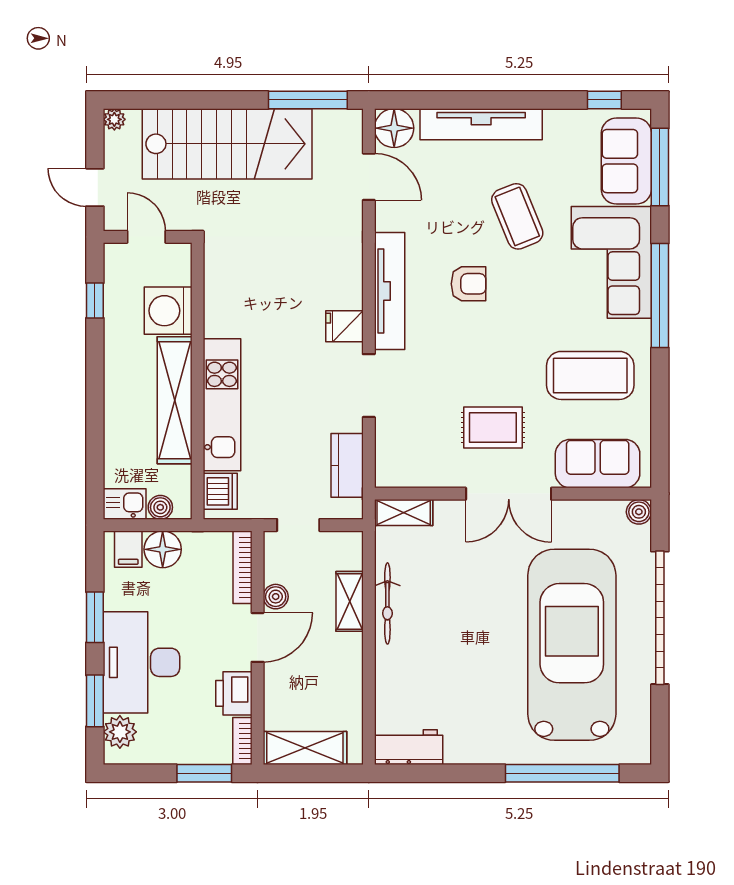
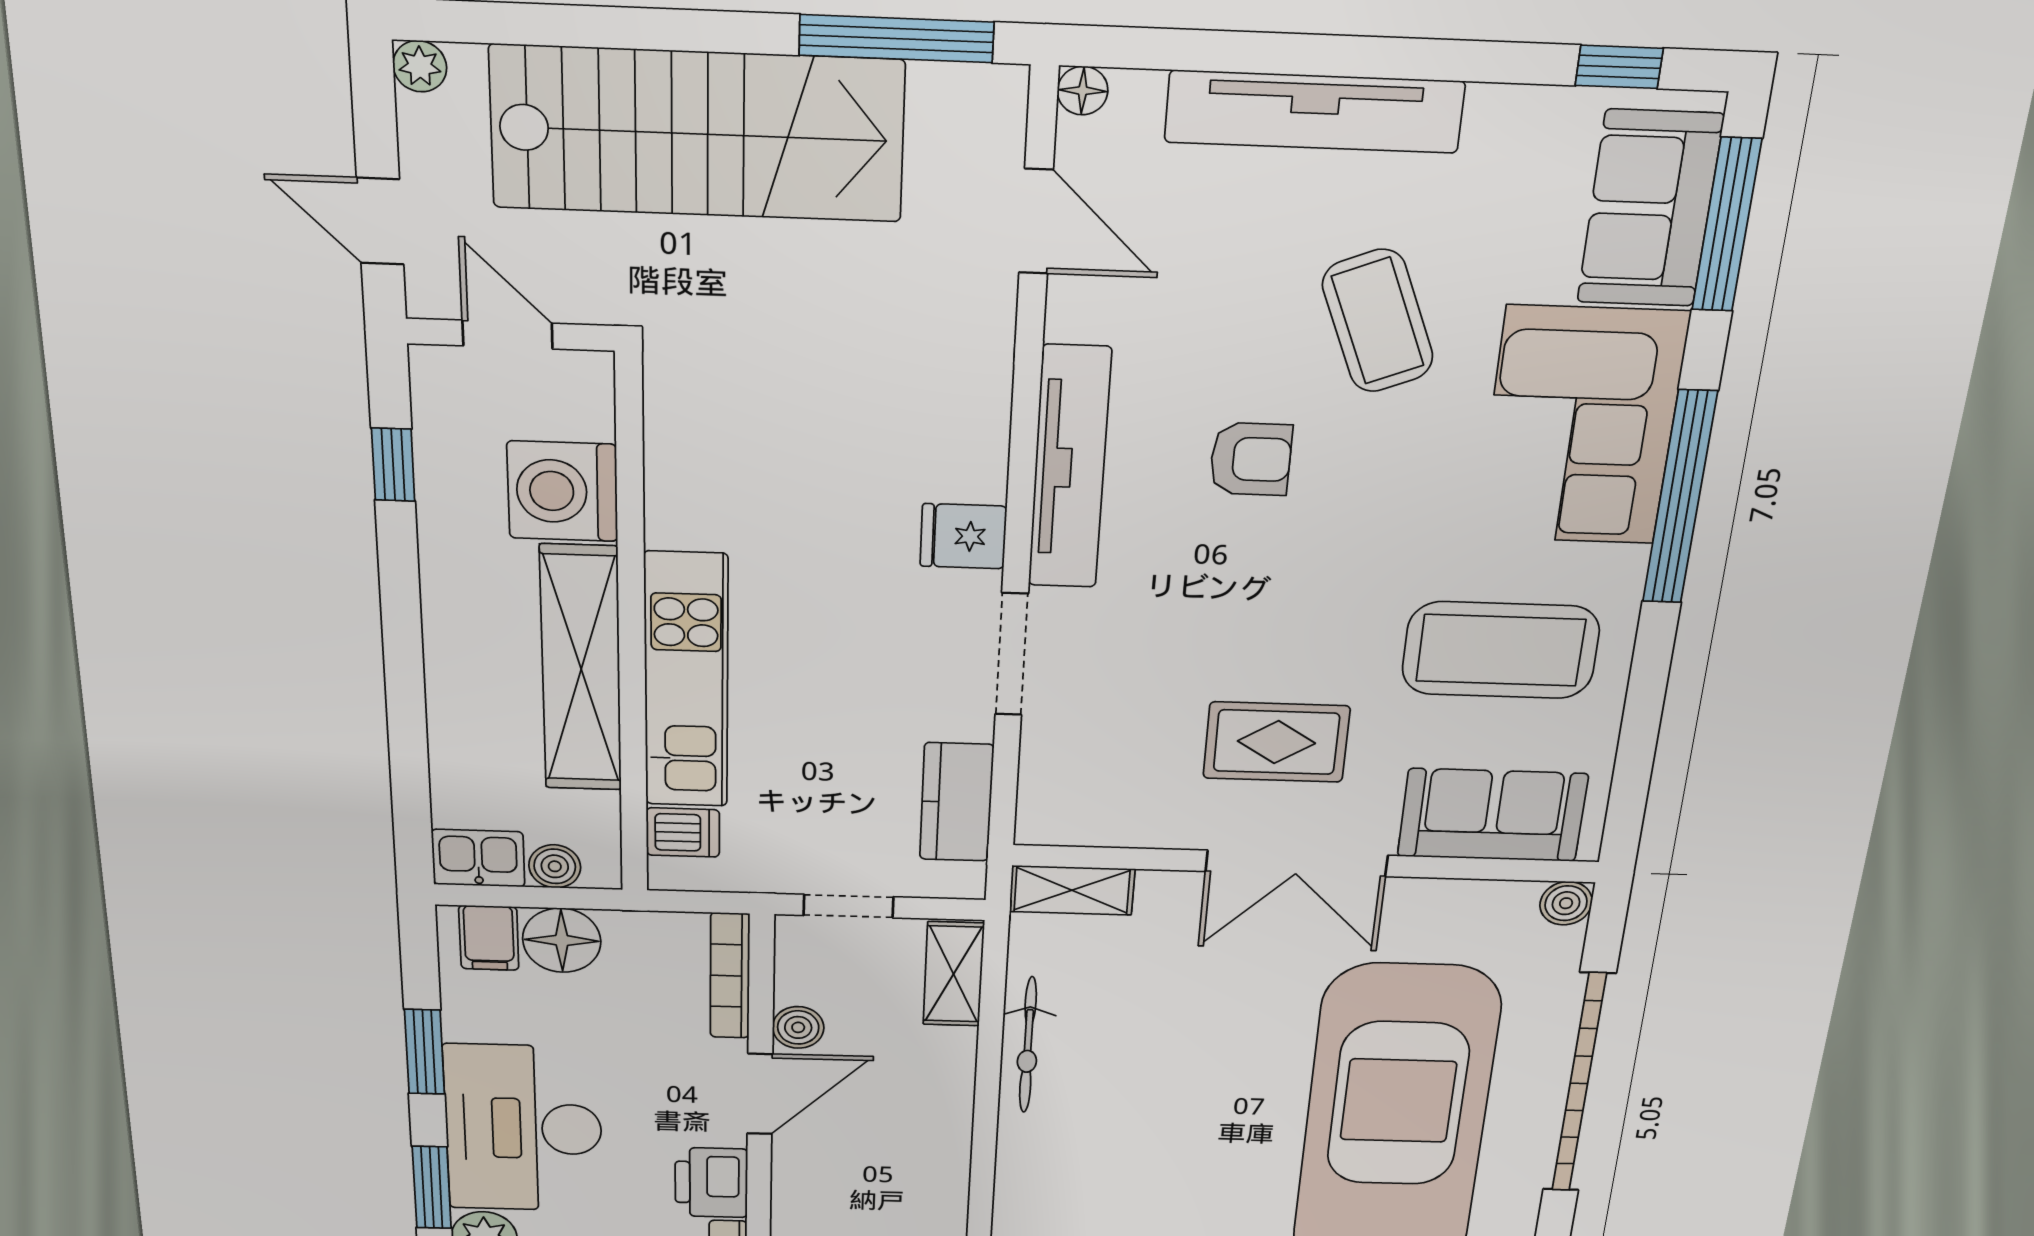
floor lamp: (394, 128) -> (1083, 91), width x0.53, depth x0.53
dishwasher: (220, 491) -> (683, 832), width x0.73
shelving: (350, 601) -> (954, 974), moved

